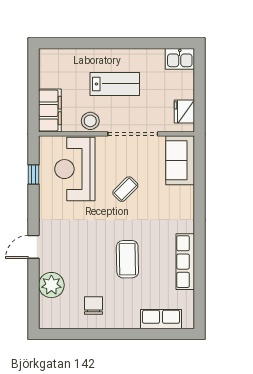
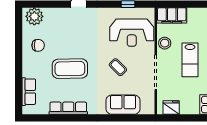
sofa: (180, 160) -> (123, 105), moved
reception desk: (75, 169) -> (132, 33), turned 180
coffee table: (127, 259) -> (70, 69), width x1.36, depth x1.32
plant: (51, 285) -> (34, 16), moved

